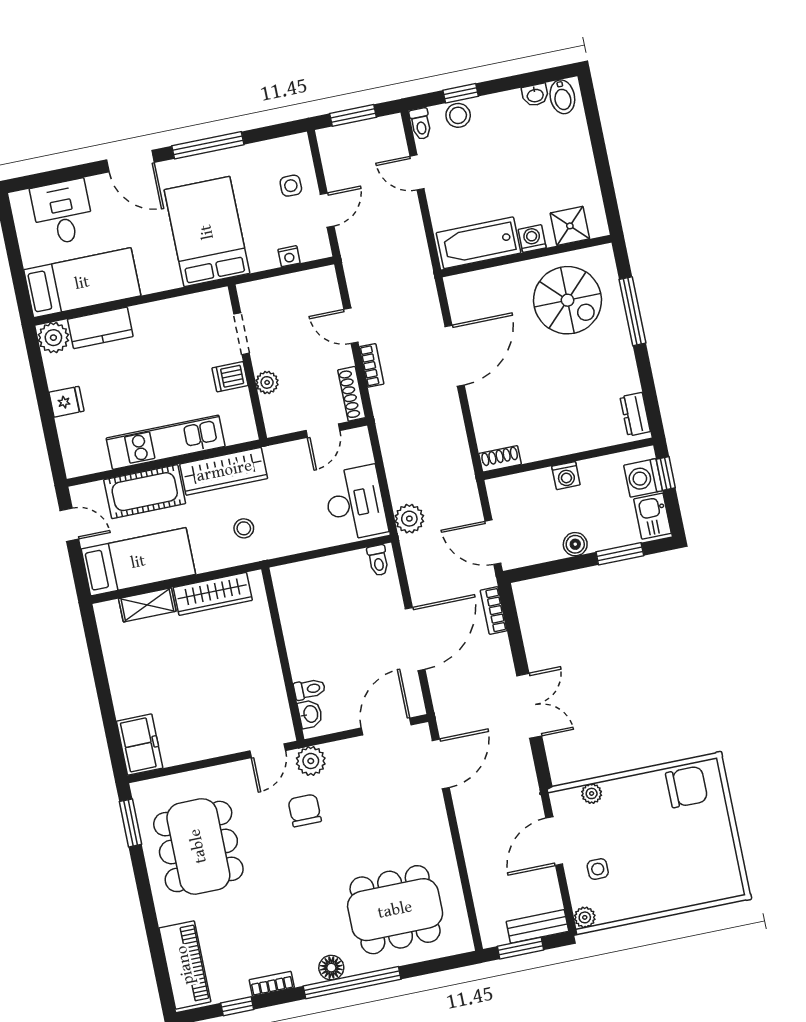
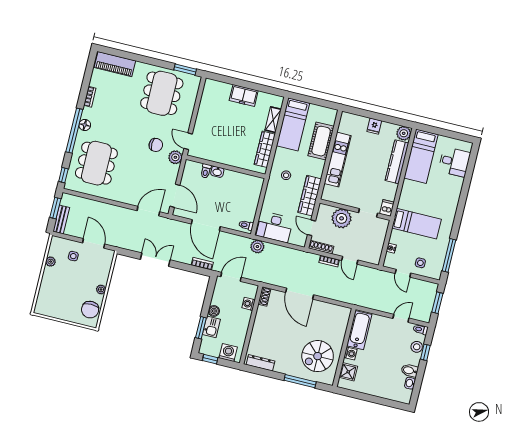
bidet: (562, 97) -> (410, 370), moved
window: (208, 145) -> (449, 255), moved
door: (130, 161) -> (462, 201), removed
bed: (207, 232) -> (417, 224), width x0.67
door: (351, 326) -> (350, 260), swing flipped
kitchen counter: (100, 328) -> (397, 162), width x1.50
door: (455, 356) -> (300, 294), moved
dishwasher: (230, 377) -> (387, 208), moved
plant: (267, 382) -> (342, 218), width x1.88, depth x1.88
dresser: (635, 414) -> (260, 363), width x1.44
wardrobe: (224, 471) -> (310, 196), moved
window: (666, 473) -> (210, 359), moved
washing machine: (566, 476) -> (249, 304), moved
kitchen sink: (652, 516) -> (211, 327), moved, turned 90
door: (69, 525) -> (322, 103), removed
double door: (529, 706) -> (155, 260), swing flipped
washbasin: (310, 714) -> (217, 172), moved
freezer: (140, 745) -> (244, 96), moved
door: (441, 764) -> (148, 211), swing flipped
plant: (592, 793) -> (101, 289), moved
dining table: (198, 846) -> (162, 93), turned 90
plant: (585, 917) -> (51, 262), moved
window: (237, 1006) -> (63, 175), moved

